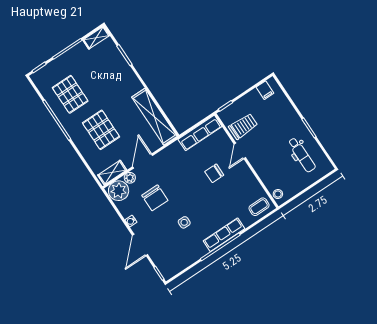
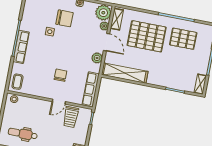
pallet: (101, 130) -> (147, 36), width x1.37, depth x1.41
door: (240, 151) -> (59, 102), swing flipped
plant: (166, 156) -> (97, 58), added
chair: (155, 198) -> (64, 18), moved, turned 180

